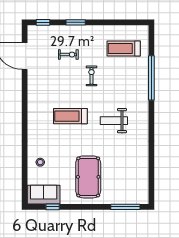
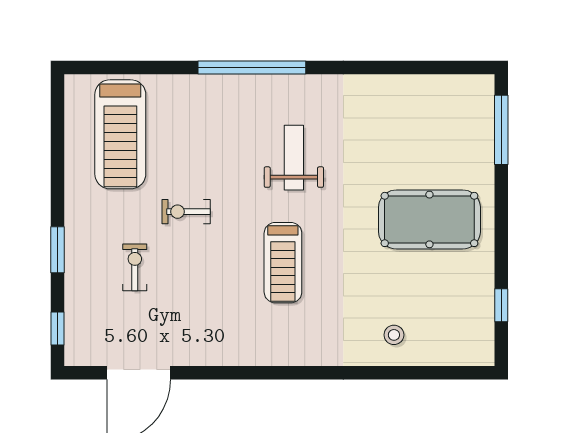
treadmill: (124, 49) -> (120, 134), width x1.37, depth x1.38
window: (151, 78) -> (252, 67), moved
weight bench: (114, 121) -> (294, 158), turned 180
sofa: (44, 195) -> (472, 327), removed

